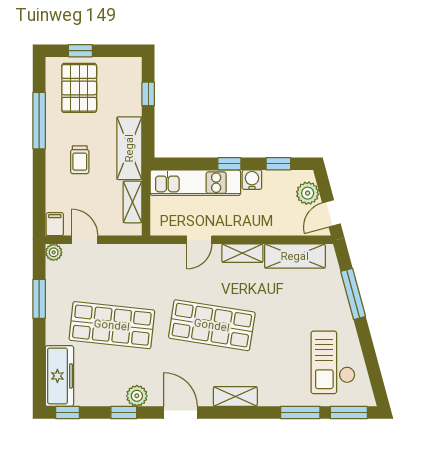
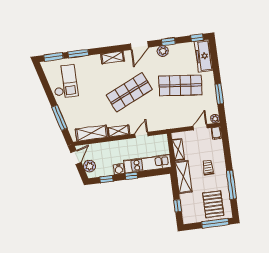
window: (80, 51) -> (215, 223), width x2.17
door: (84, 240) -> (200, 127), swing flipped
shop shelf: (212, 325) -> (129, 92), turned -33
door: (181, 413) -> (139, 46), hinge flipped

